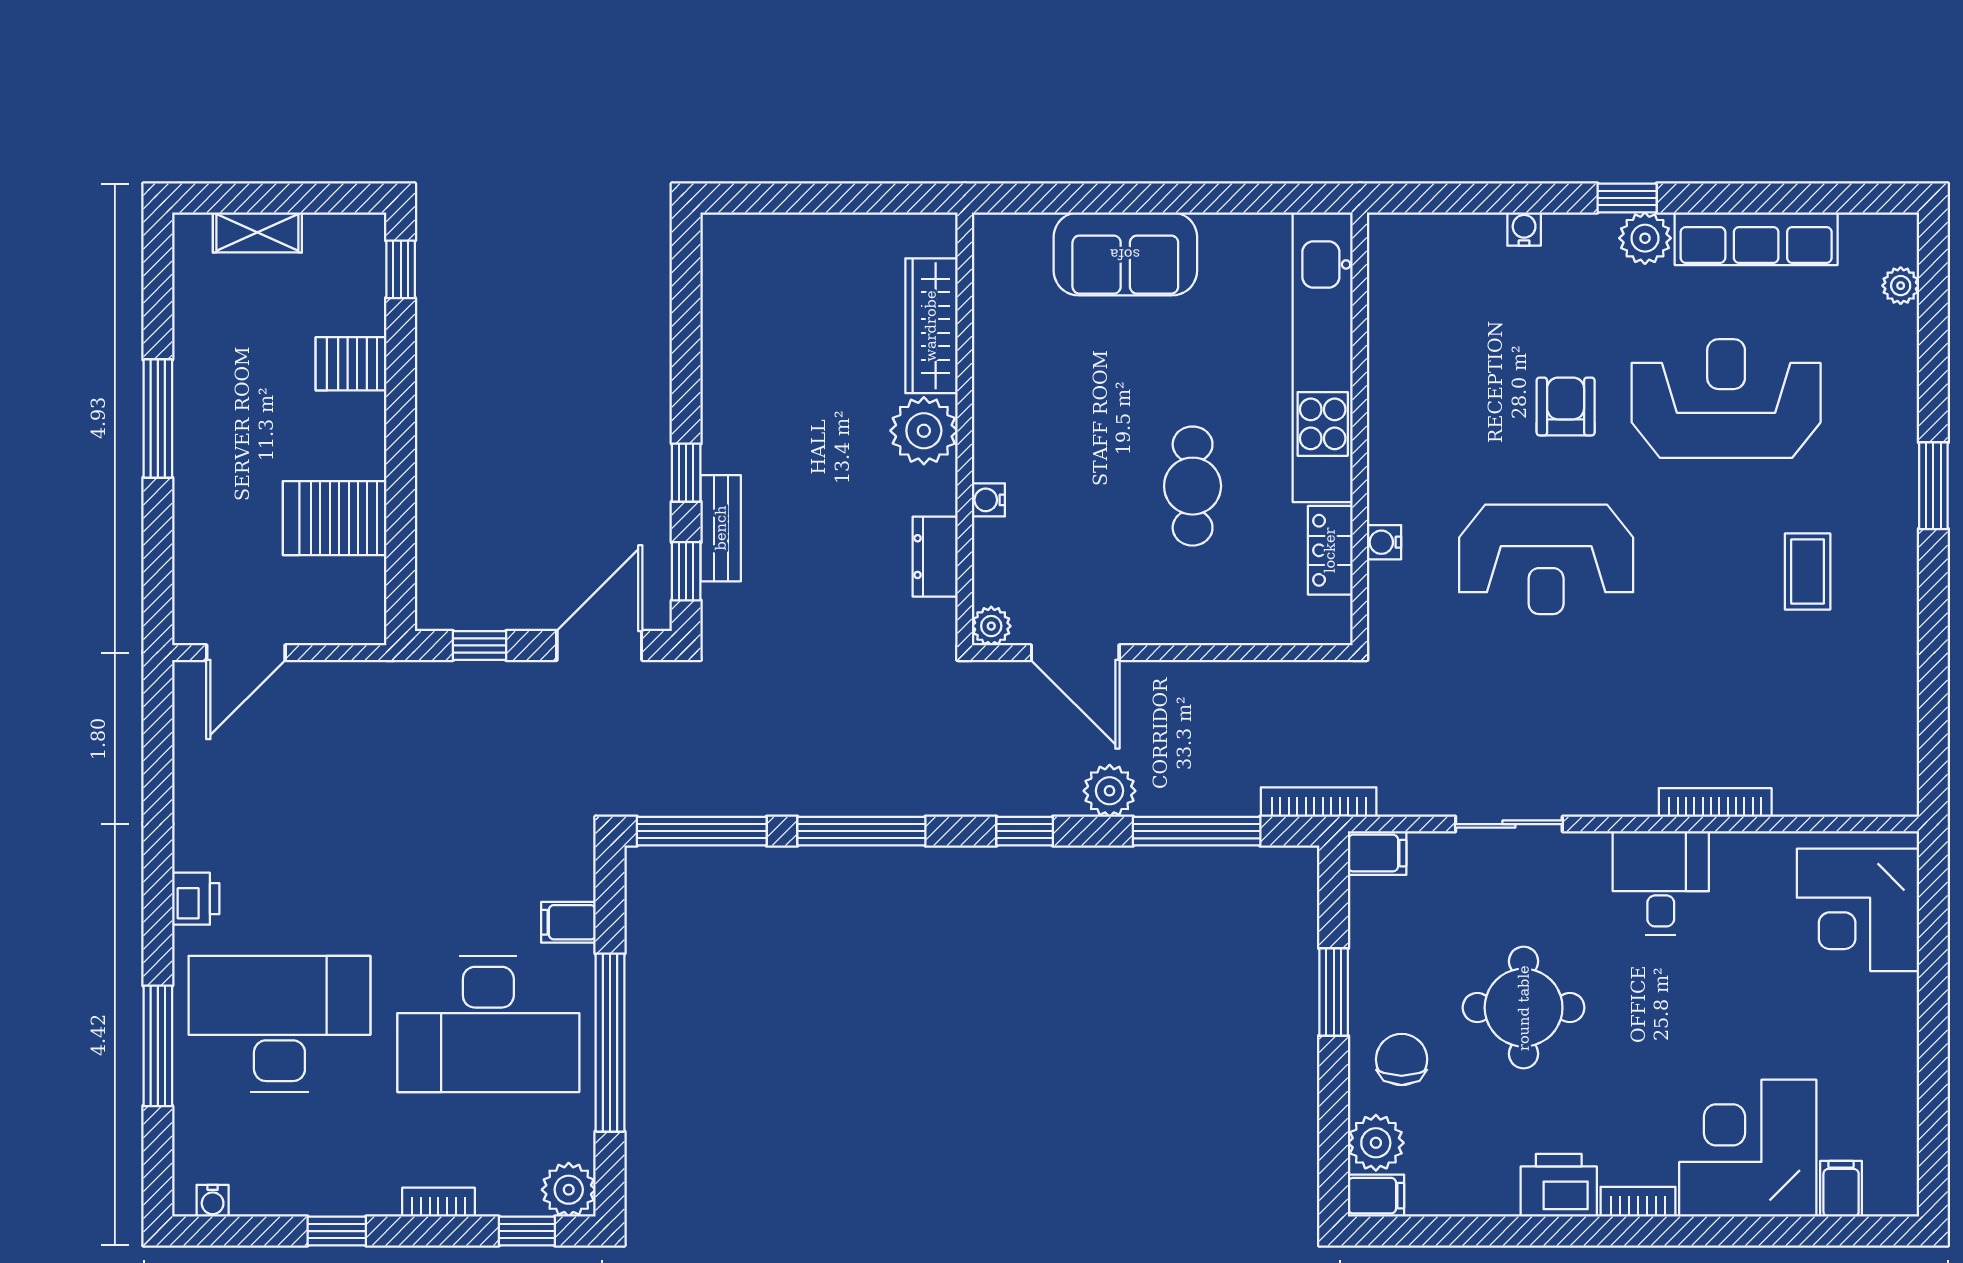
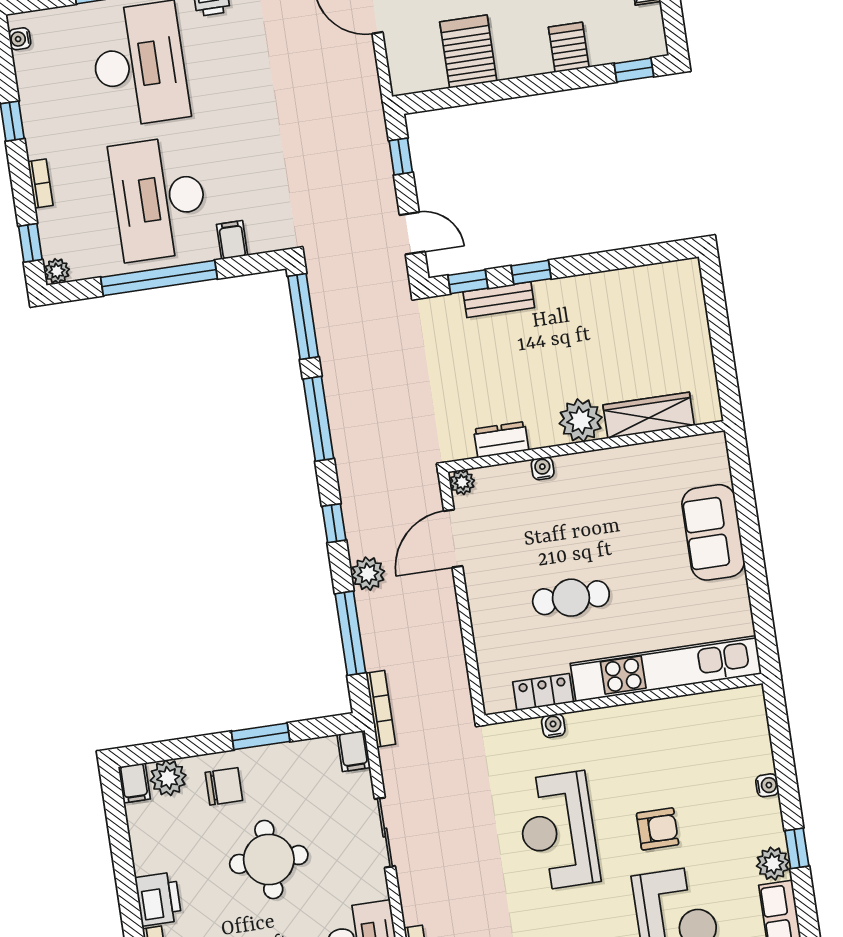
door: (599, 645) -> (412, 233), width x0.73
plant: (569, 1190) -> (57, 271), width x0.73, depth x0.73

